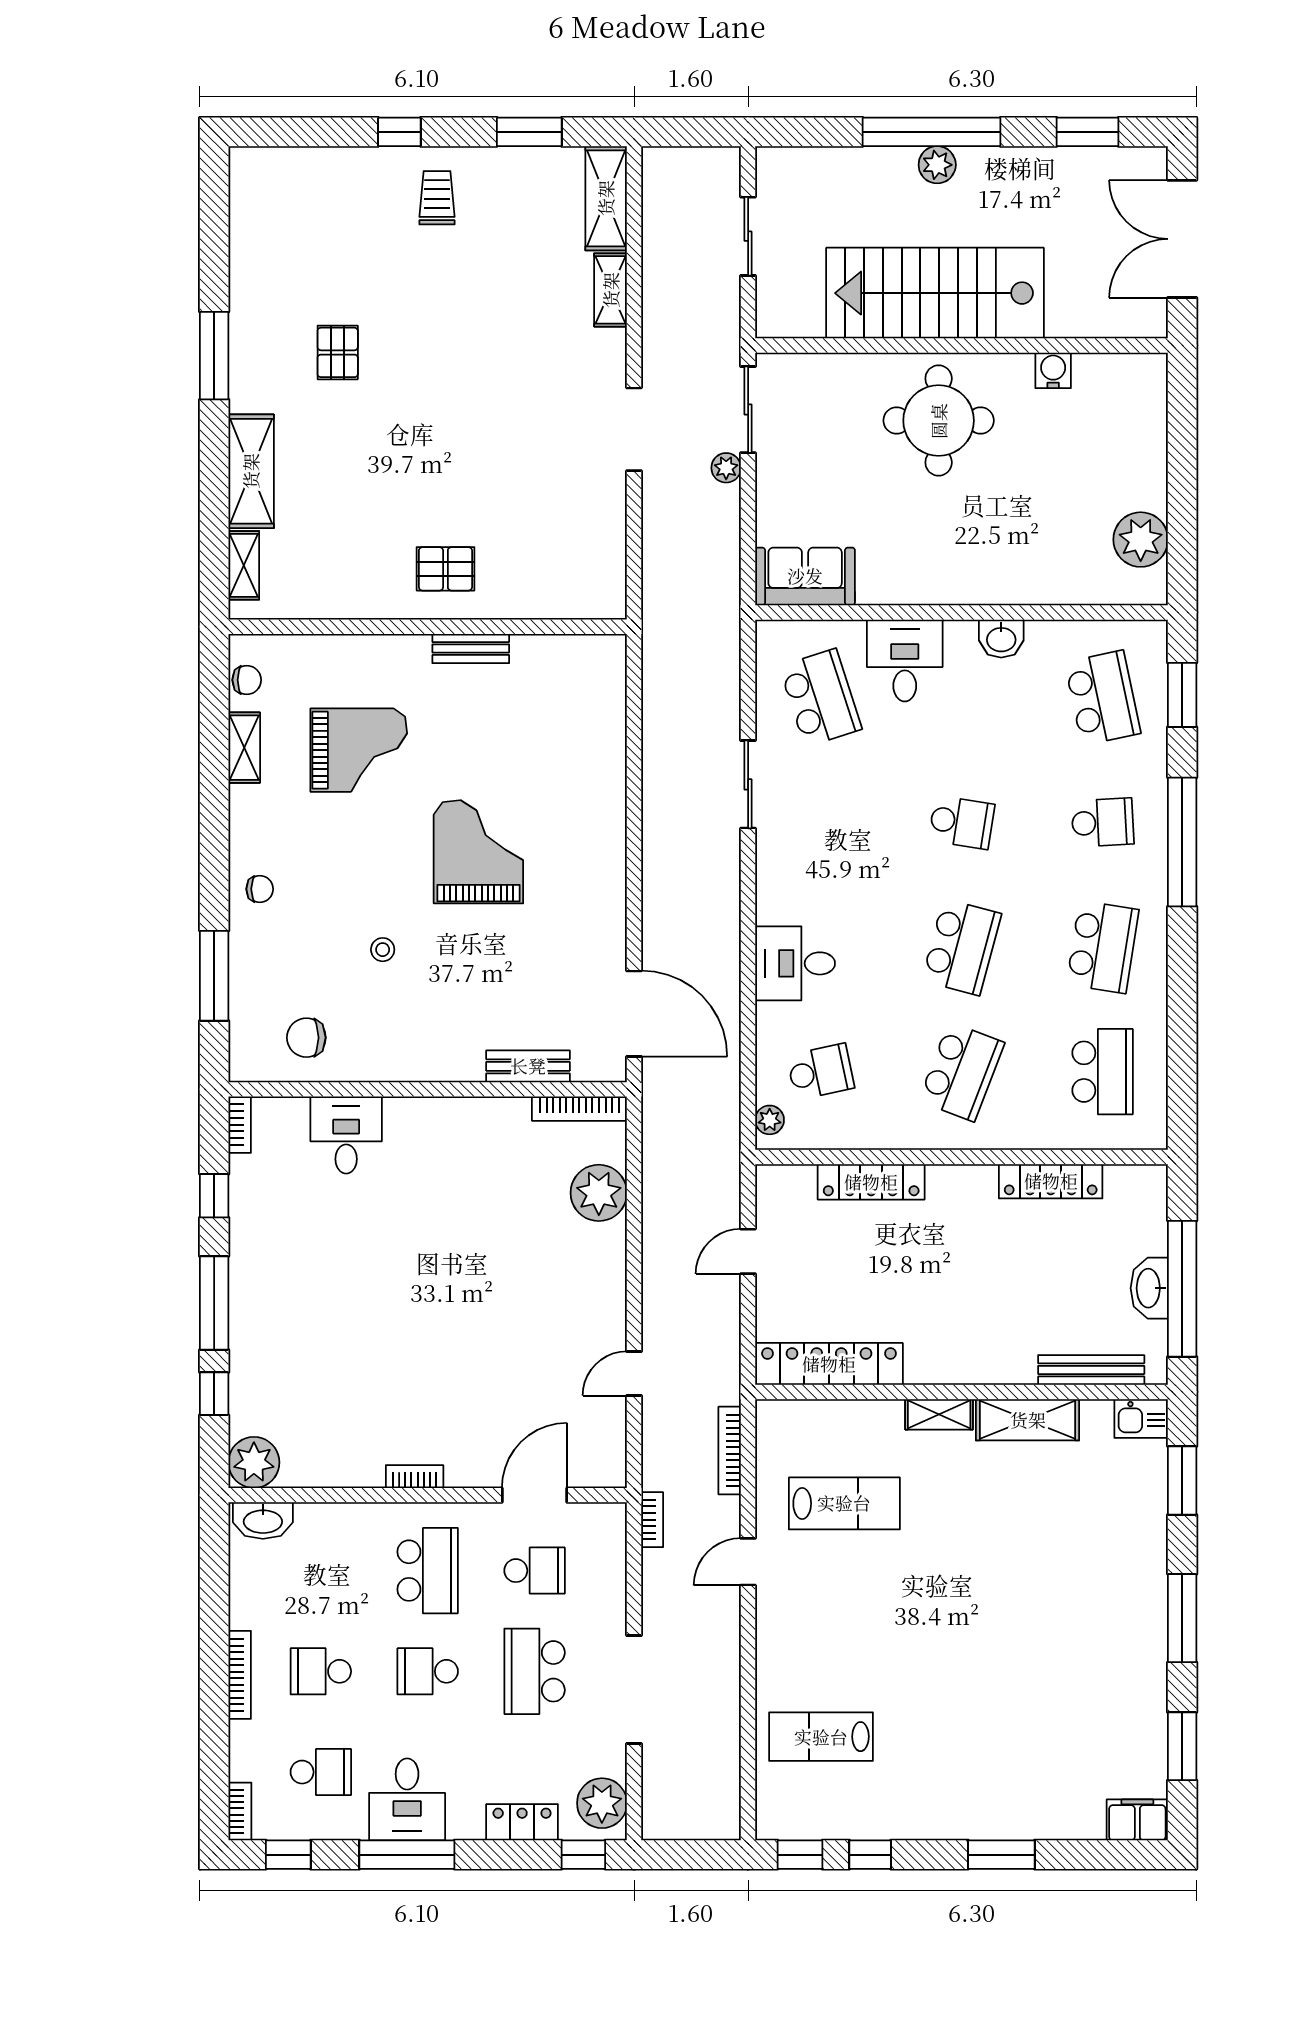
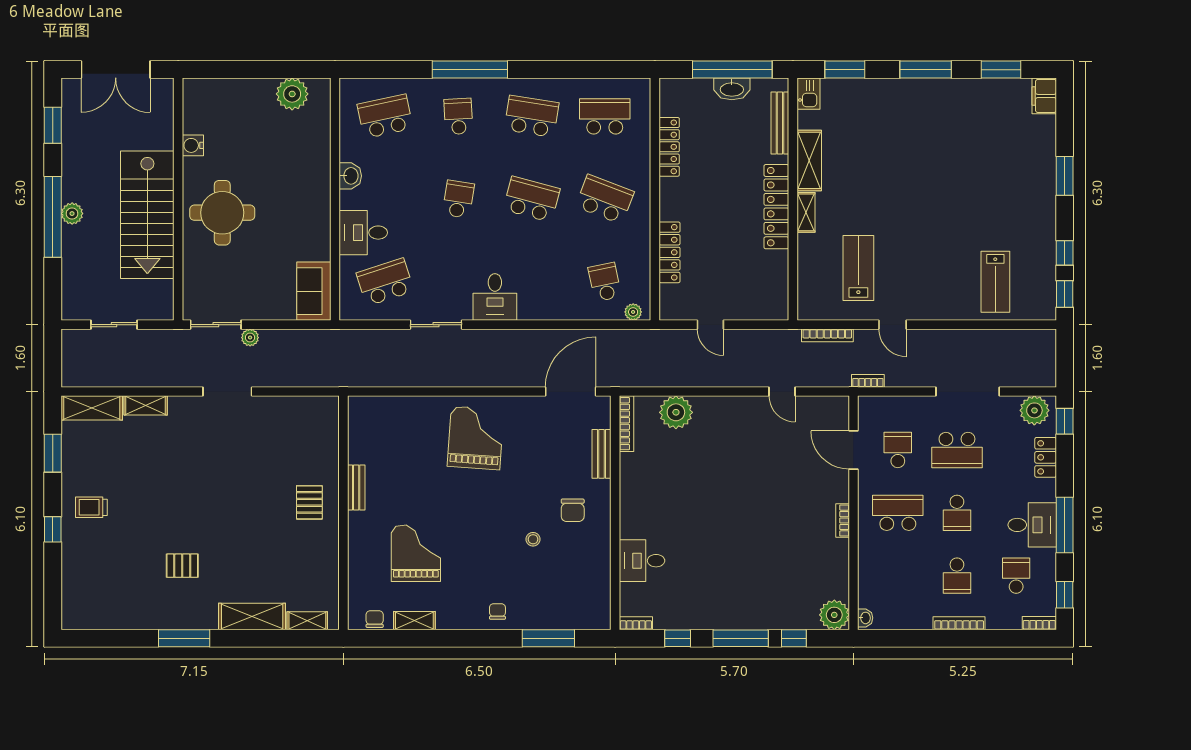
window: (1182, 695) -> (383, 70), removed
grand piano: (478, 852) -> (476, 438), moved, turned 94
desk: (795, 963) -> (495, 297), moved
chair: (306, 1038) -> (573, 510), moved
locker: (829, 1364) -> (776, 207), moved
washbasin: (263, 1521) -> (865, 618), width x0.52, depth x0.69

